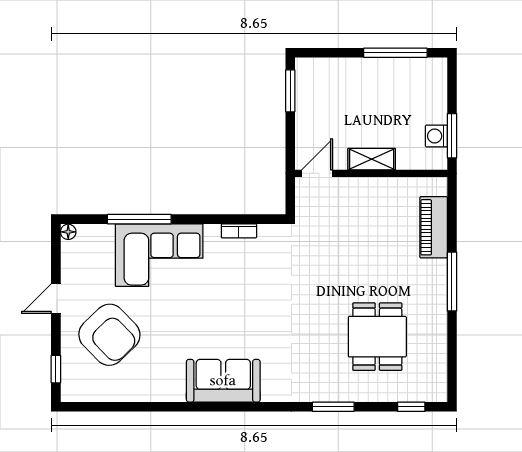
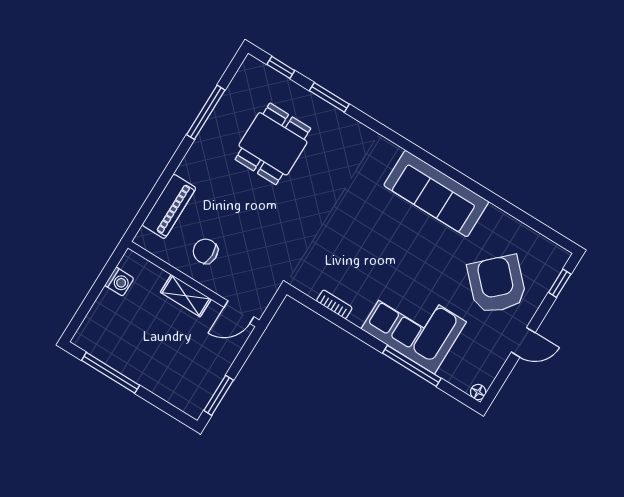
window: (452, 136) -> (106, 274), removed
chair: (378, 208) -> (205, 251), added
window: (452, 282) -> (206, 112), moved
sofa: (223, 381) -> (436, 194), width x1.36
window: (333, 407) -> (329, 97), moved

